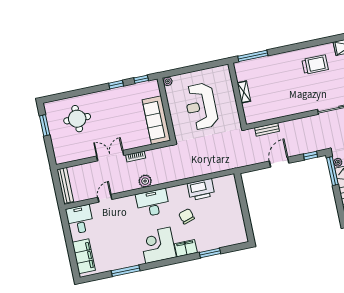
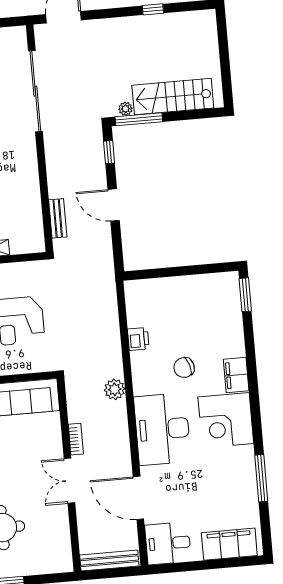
plant: (145, 181) -> (115, 389), moved
printer: (201, 190) -> (138, 339), width x0.53, depth x0.68
door: (105, 198) -> (138, 498), width x1.87
desk: (153, 203) -> (162, 429), width x1.36, depth x1.30
window: (210, 253) -> (245, 295), moved

